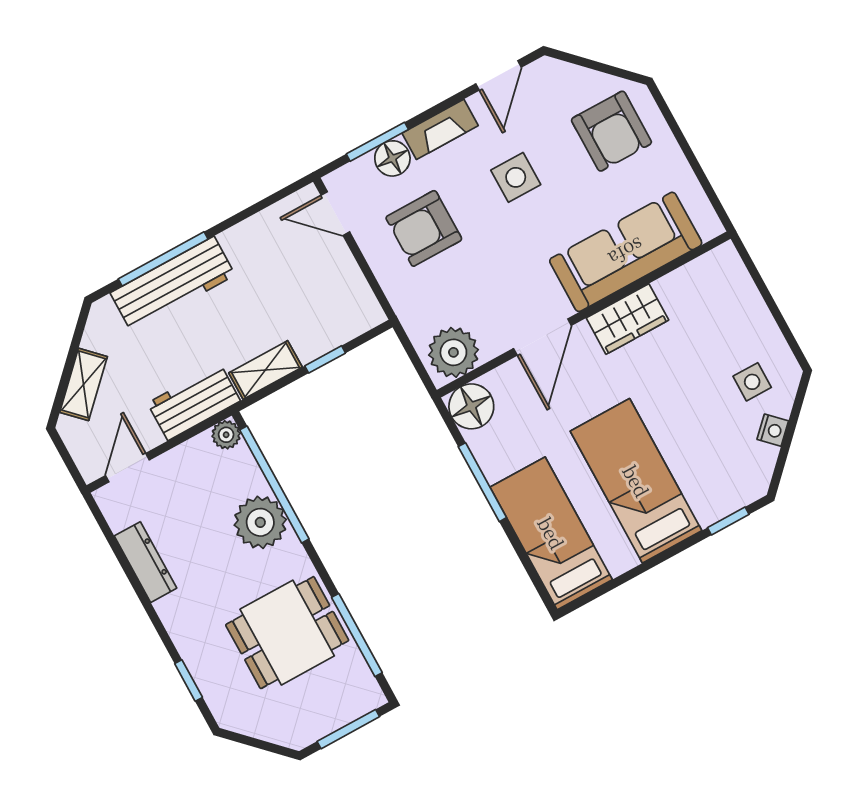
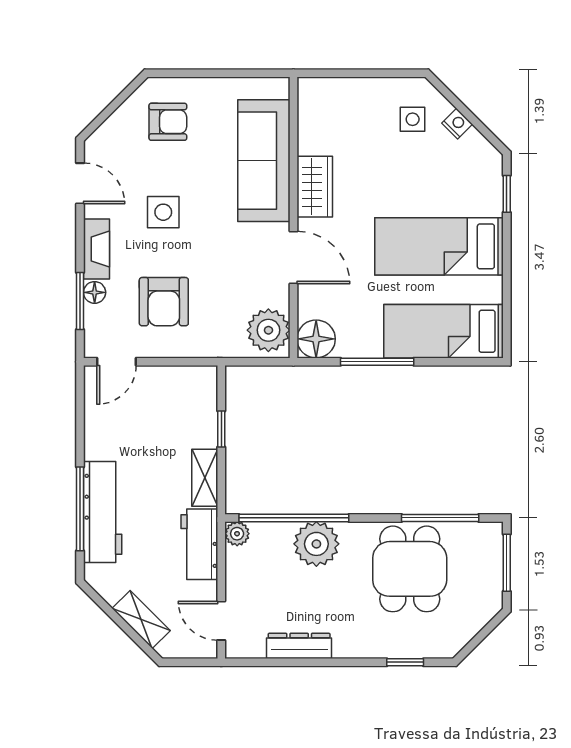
armchair: (611, 131) -> (168, 122), width x0.72, depth x0.72
floor lamp: (392, 158) -> (95, 292), width x0.73, depth x0.73

